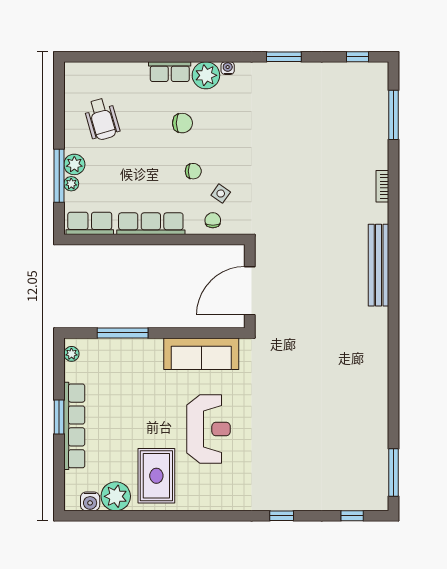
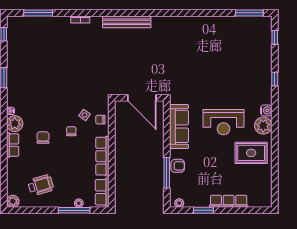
plant: (74, 164) -> (13, 201), moved
armchair: (134, 351) -> (178, 166), added
window: (59, 417) -> (203, 210), moved
row of seats: (74, 426) -> (229, 201), width x0.73
reception desk: (208, 429) -> (224, 122), turned 180
plant: (116, 496) -> (263, 126), moved
water cooler: (90, 501) -> (266, 110), moved

